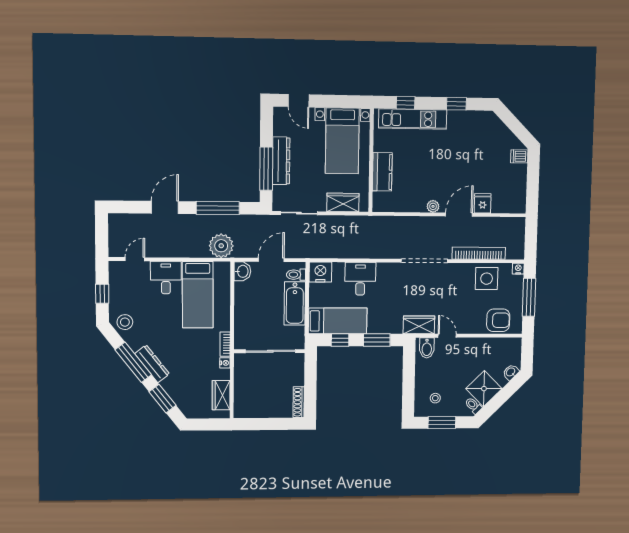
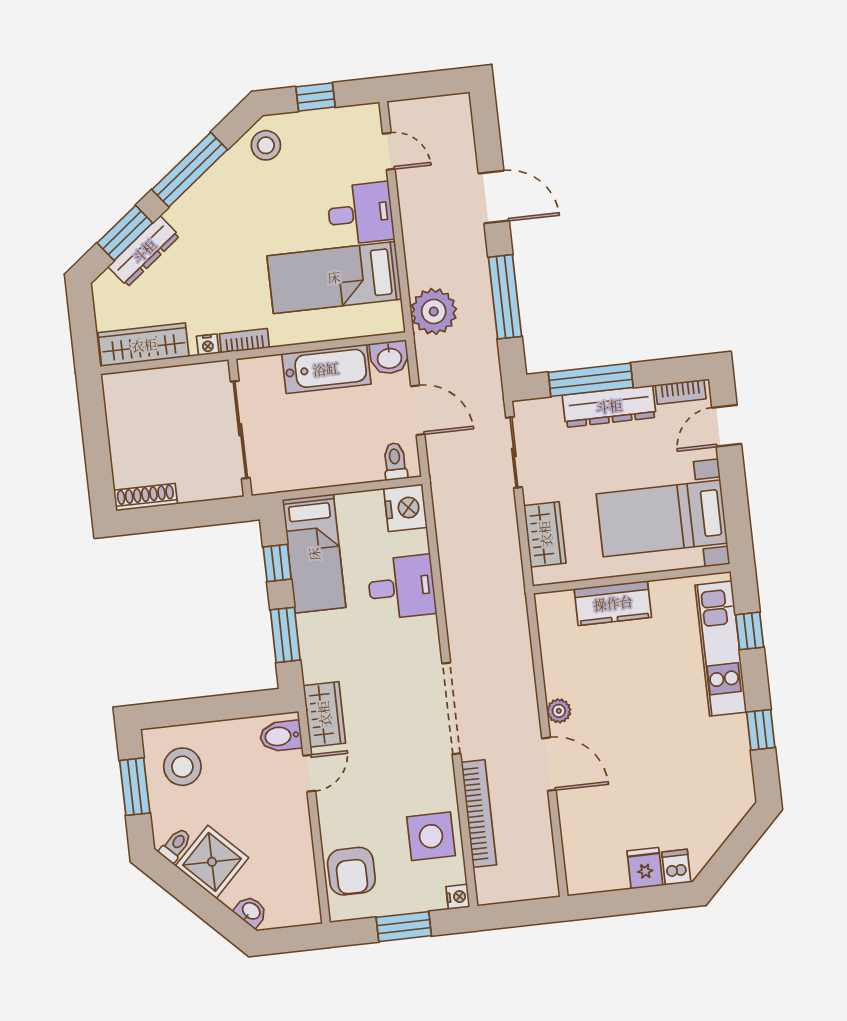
bookcase: (278, 123) -> (681, 392), added
fridge: (483, 203) -> (645, 868), moved, turned -90
window: (529, 297) -> (404, 927), width x0.69
bathtub: (295, 303) -> (326, 369), moved, turned 180
dresser: (152, 364) -> (144, 251), moved
wardrobe: (221, 395) -> (144, 345), width x1.50
stool: (435, 398) -> (182, 767), width x1.89, depth x1.89

